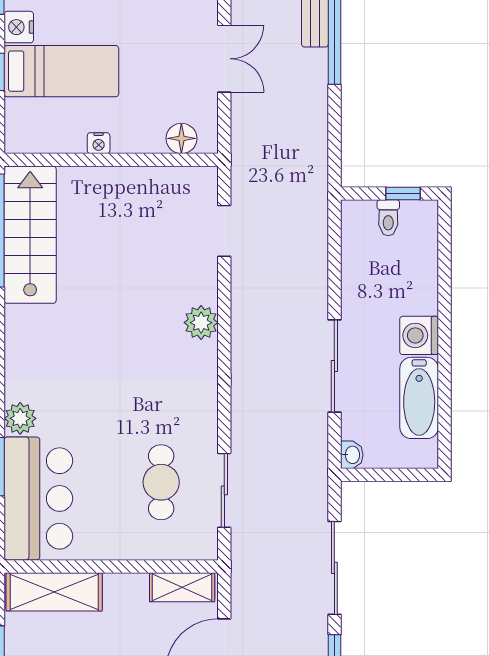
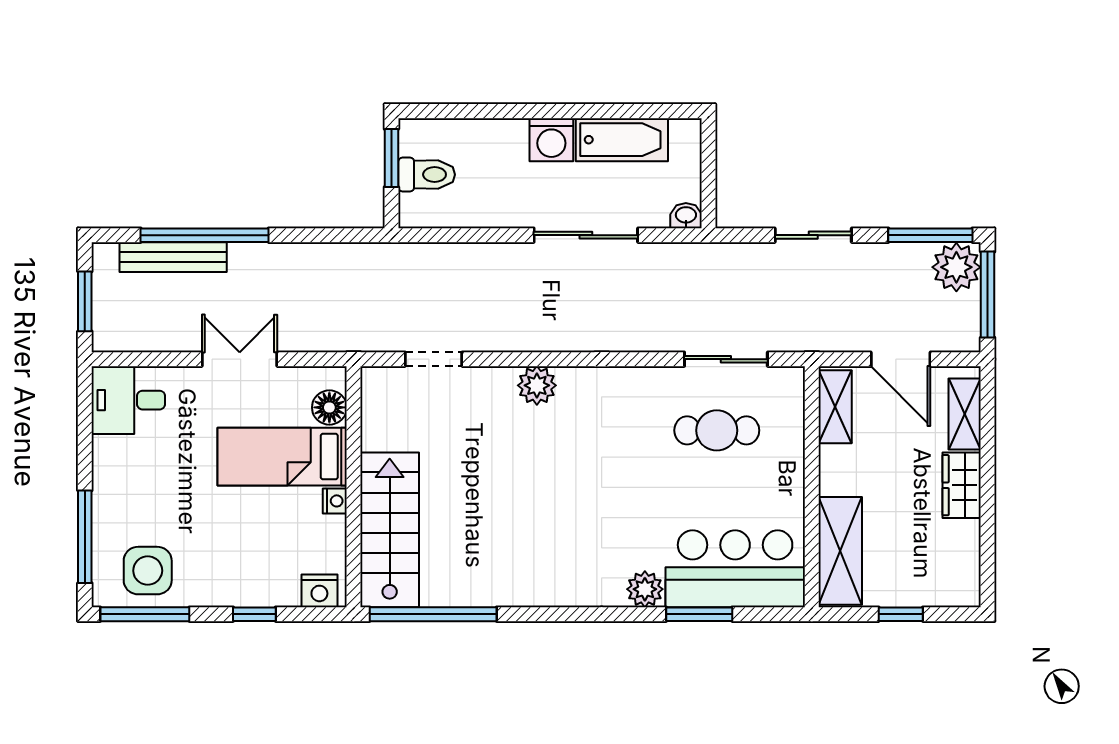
nightstand: (19, 27) -> (319, 591), moved
bed: (61, 71) -> (282, 457), moved, turned -90
window: (403, 193) -> (391, 158), width x1.50
toilet: (388, 218) -> (427, 175), width x1.37, depth x1.39
stairs: (30, 235) -> (390, 530), moved, turned 90
sliding door: (334, 568) -> (813, 235), width x0.73

